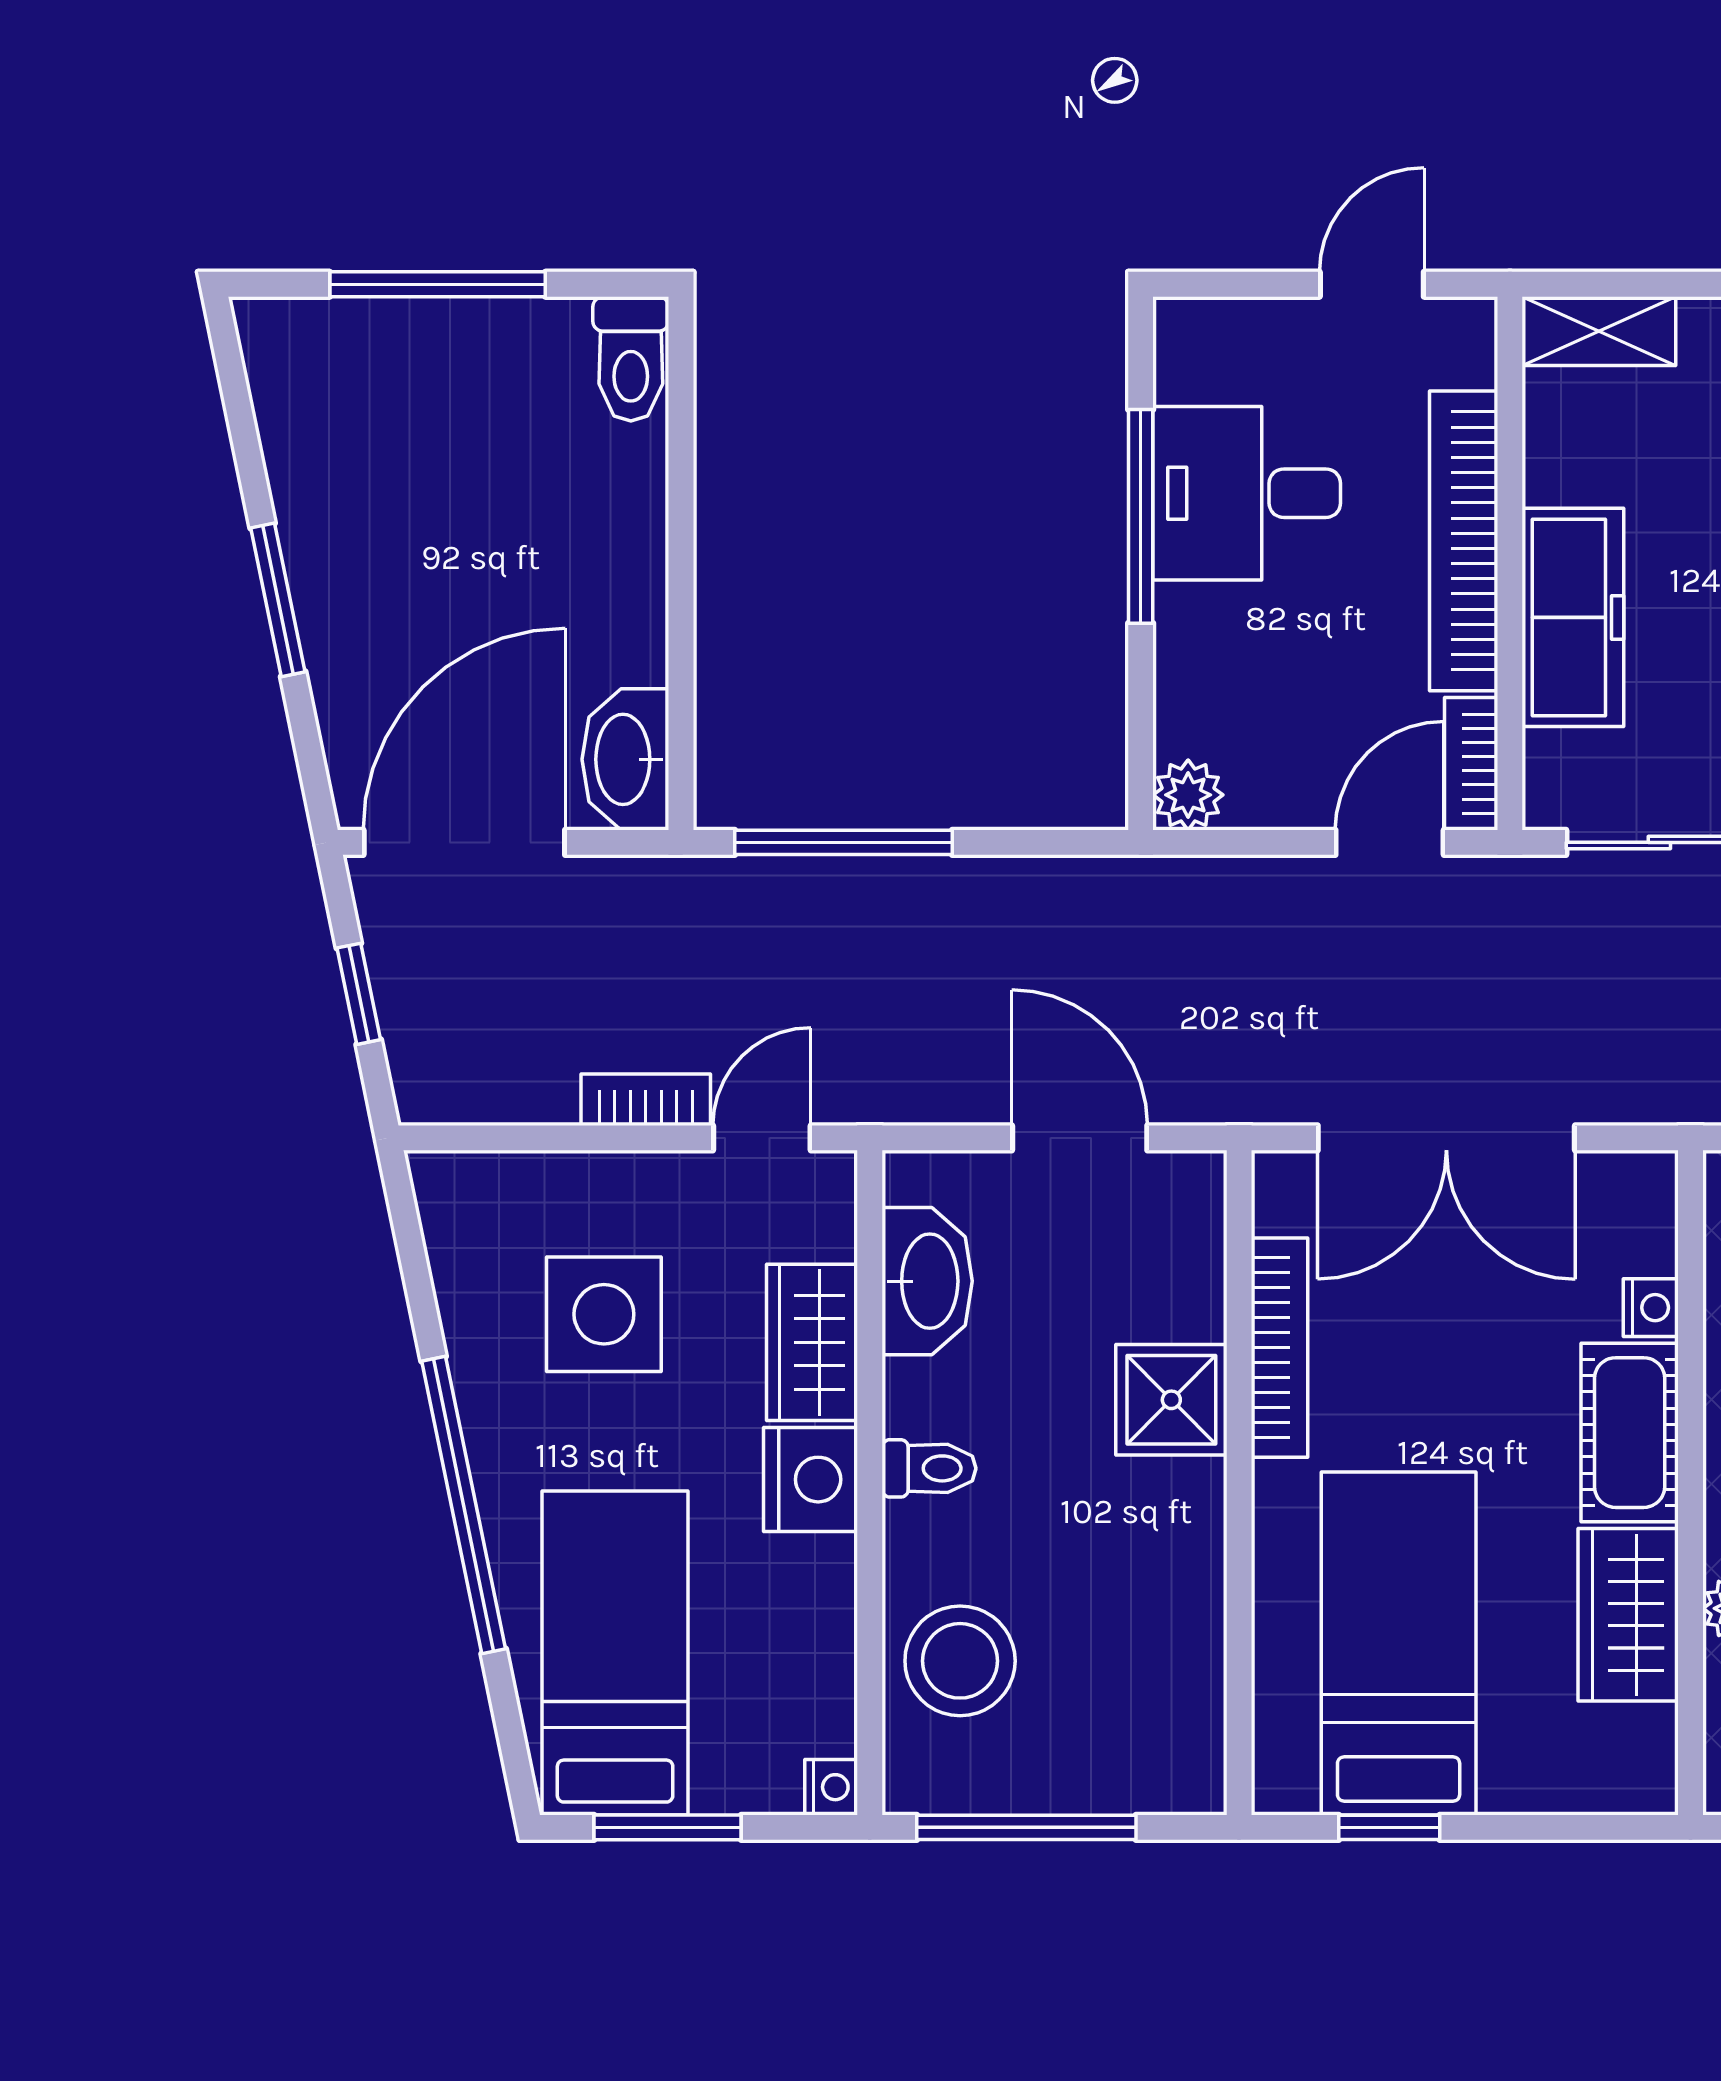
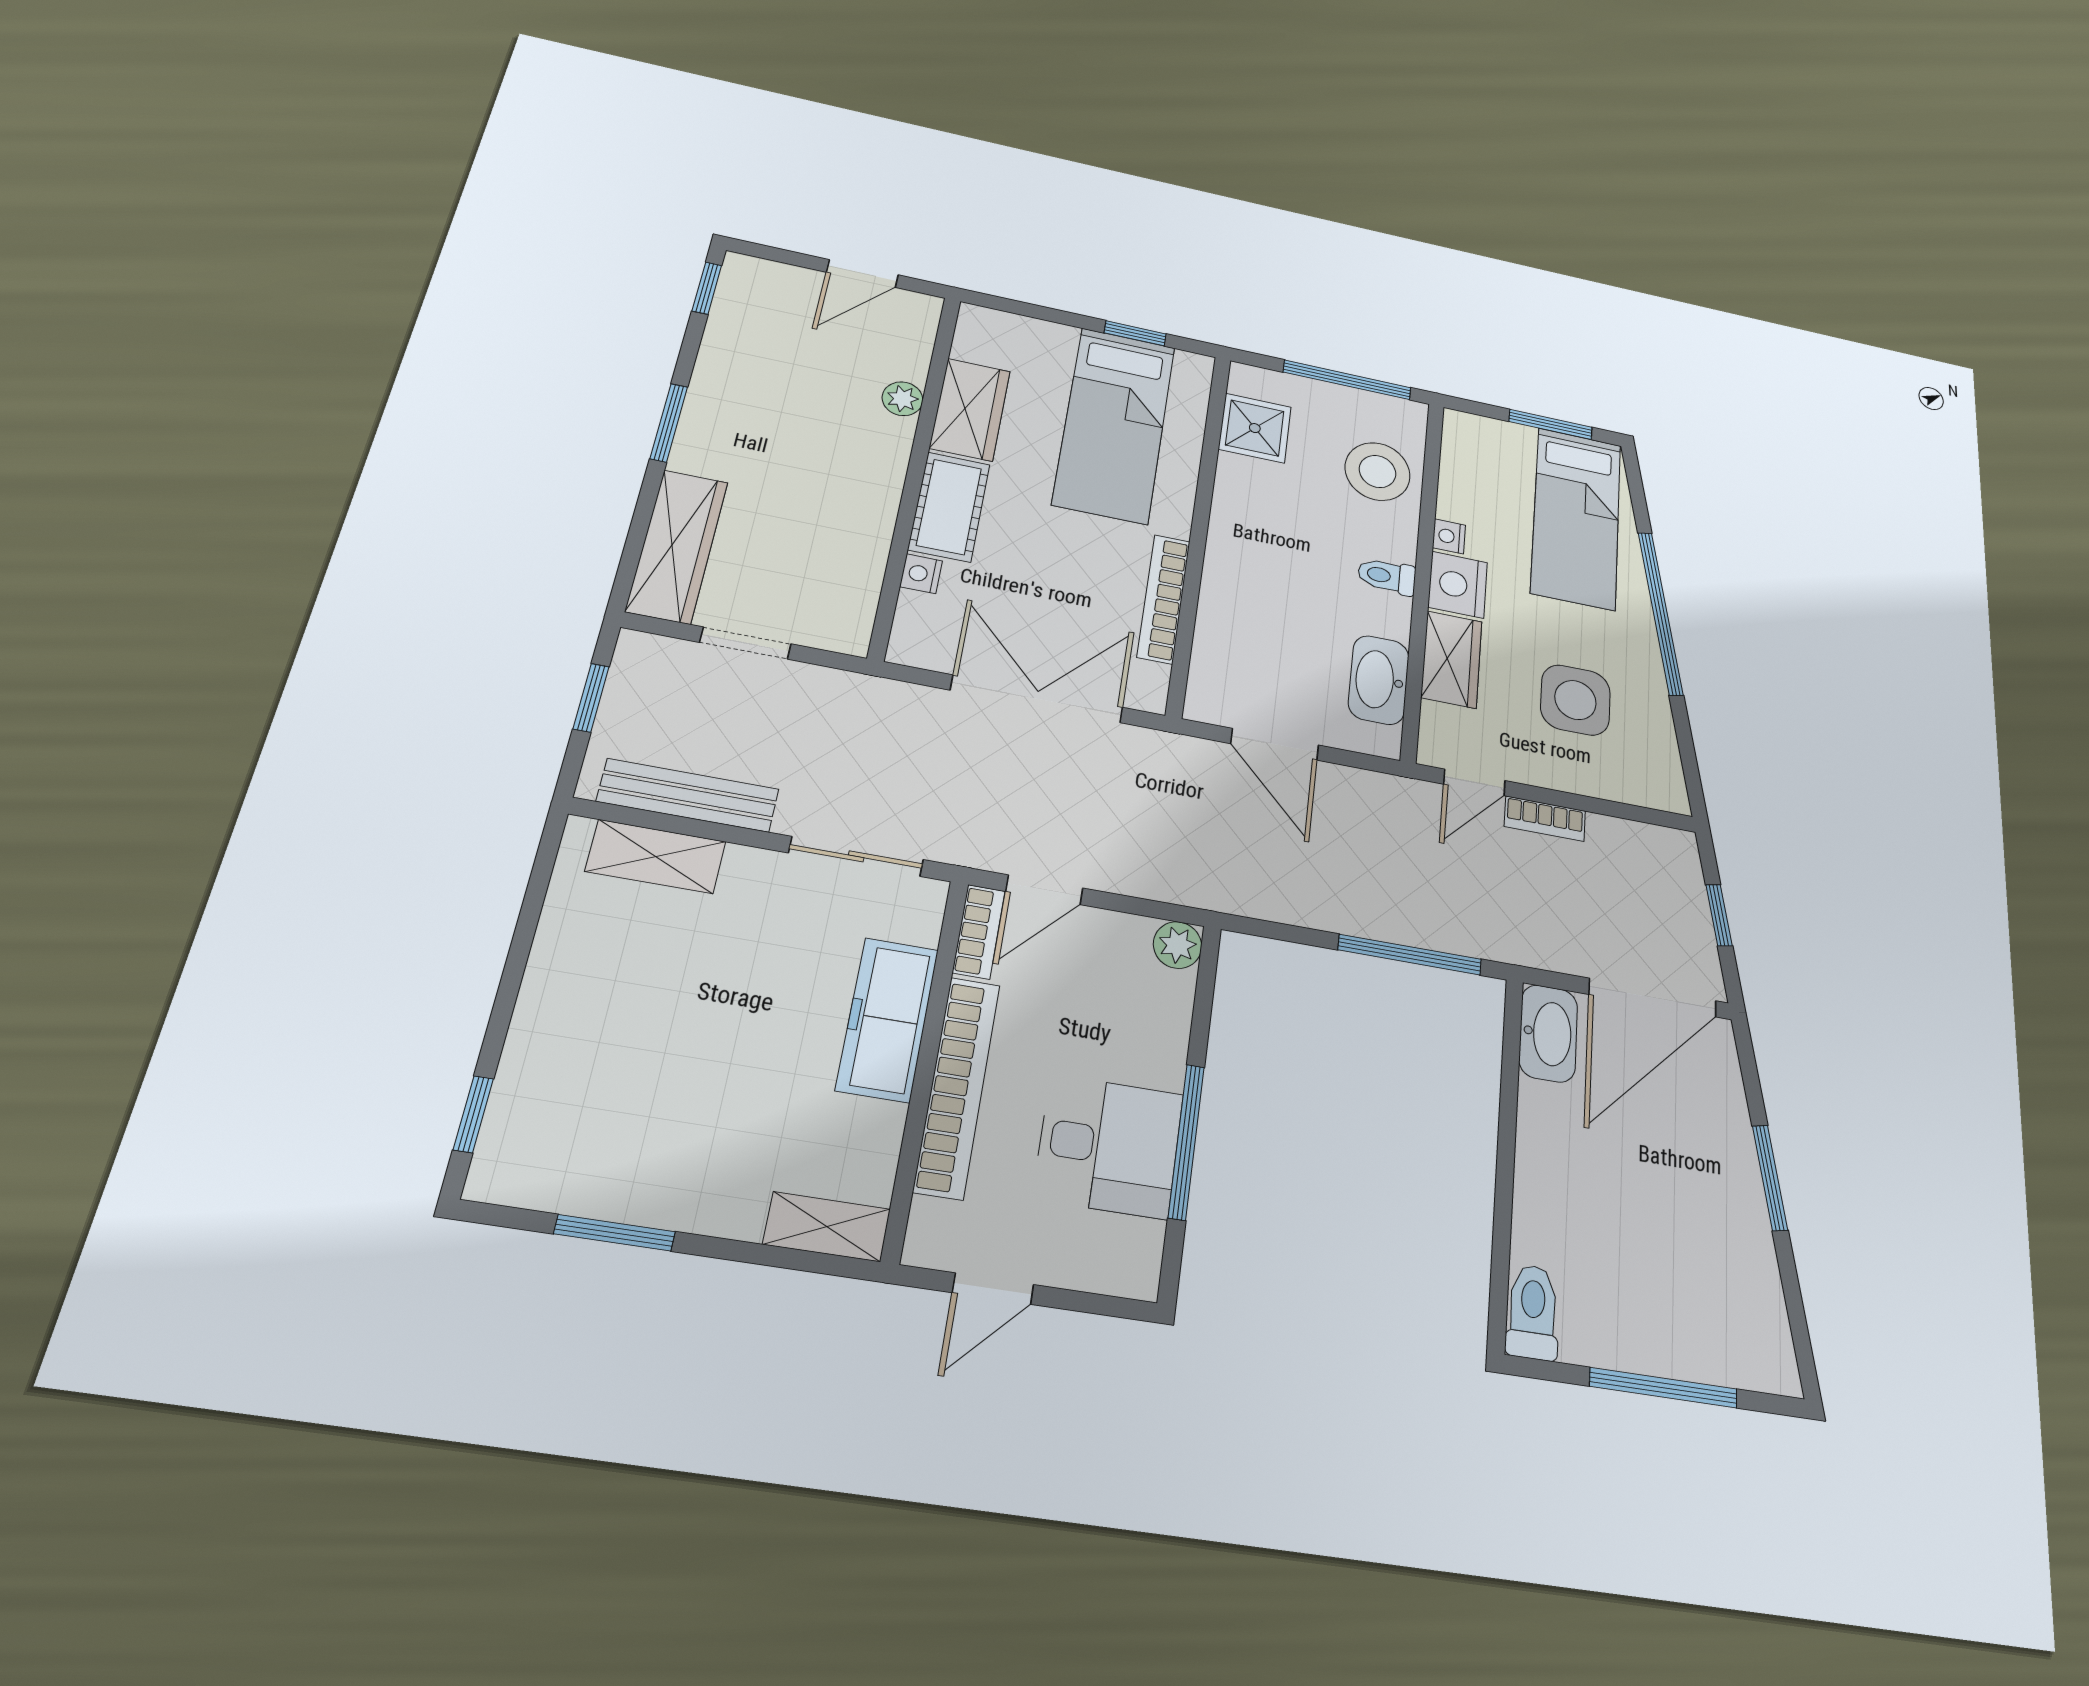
shower: (1171, 1400) -> (1255, 428), moved
nightstand: (831, 1787) -> (1449, 536), moved

